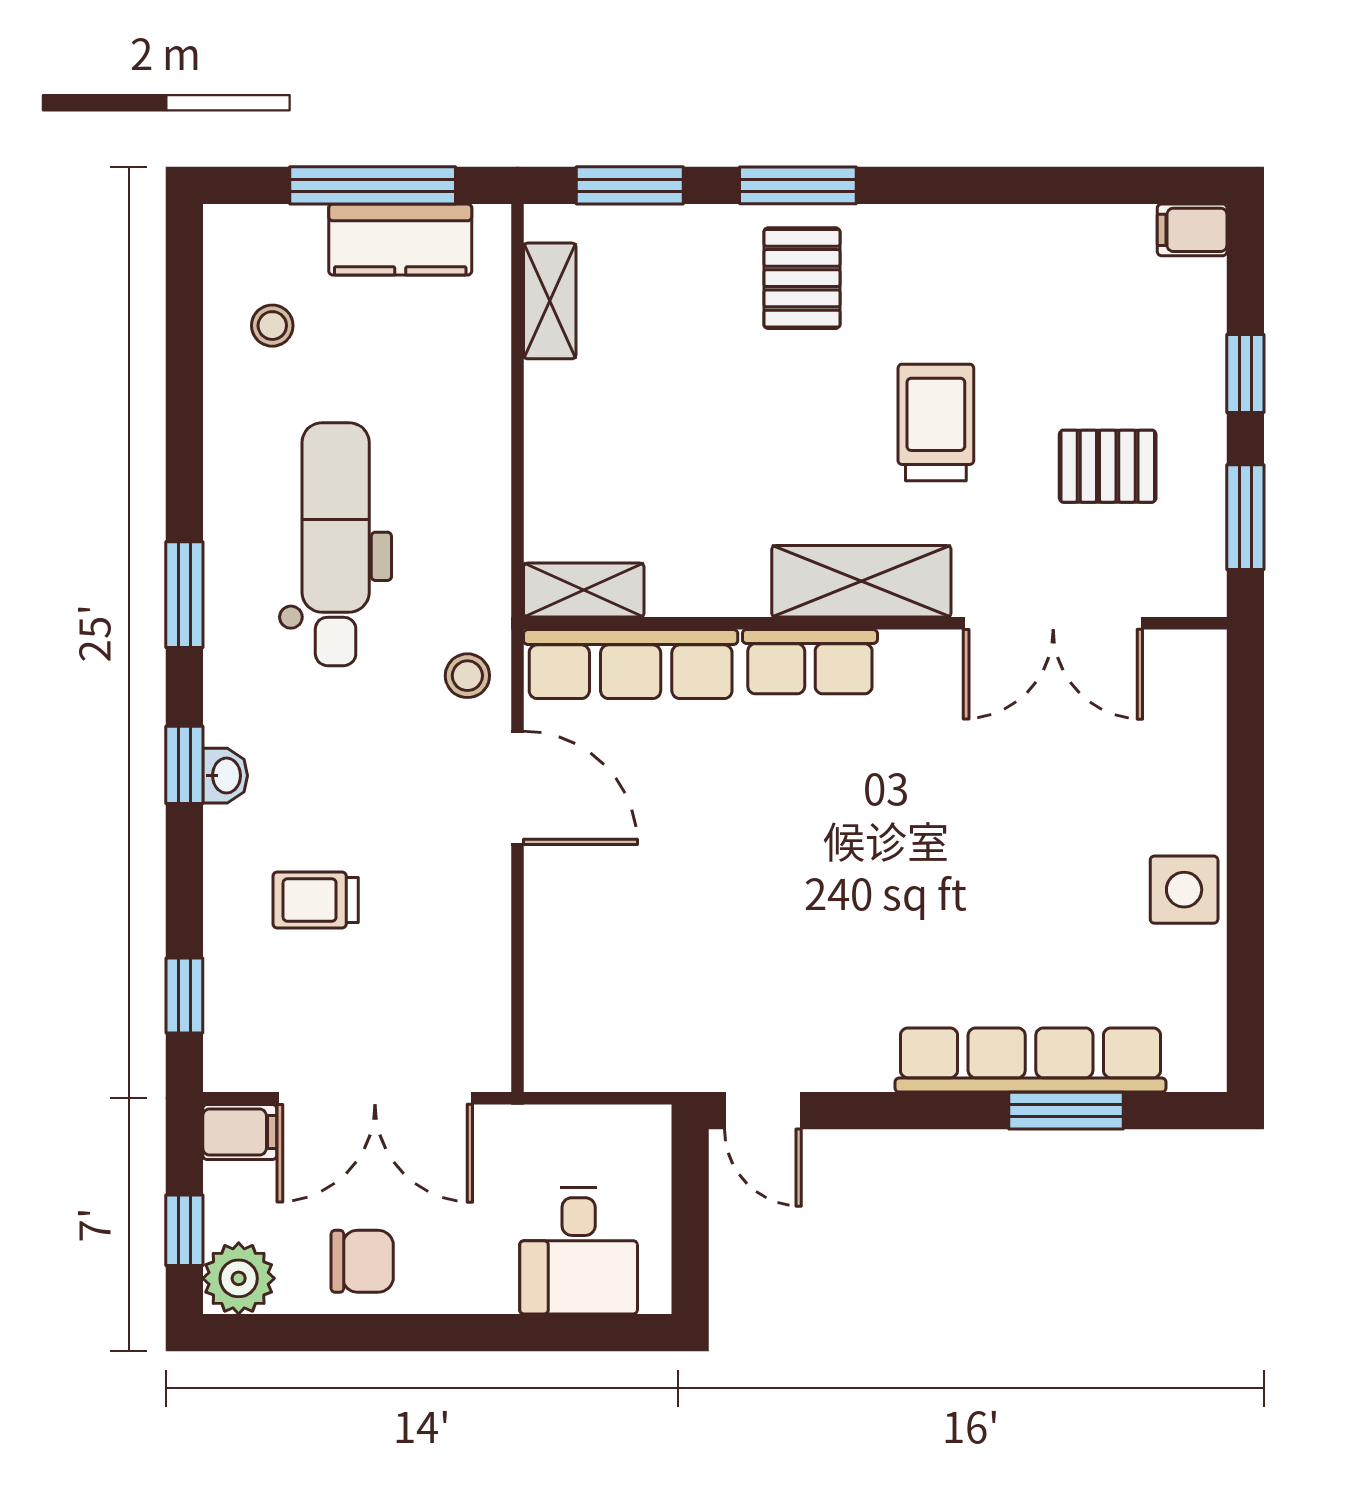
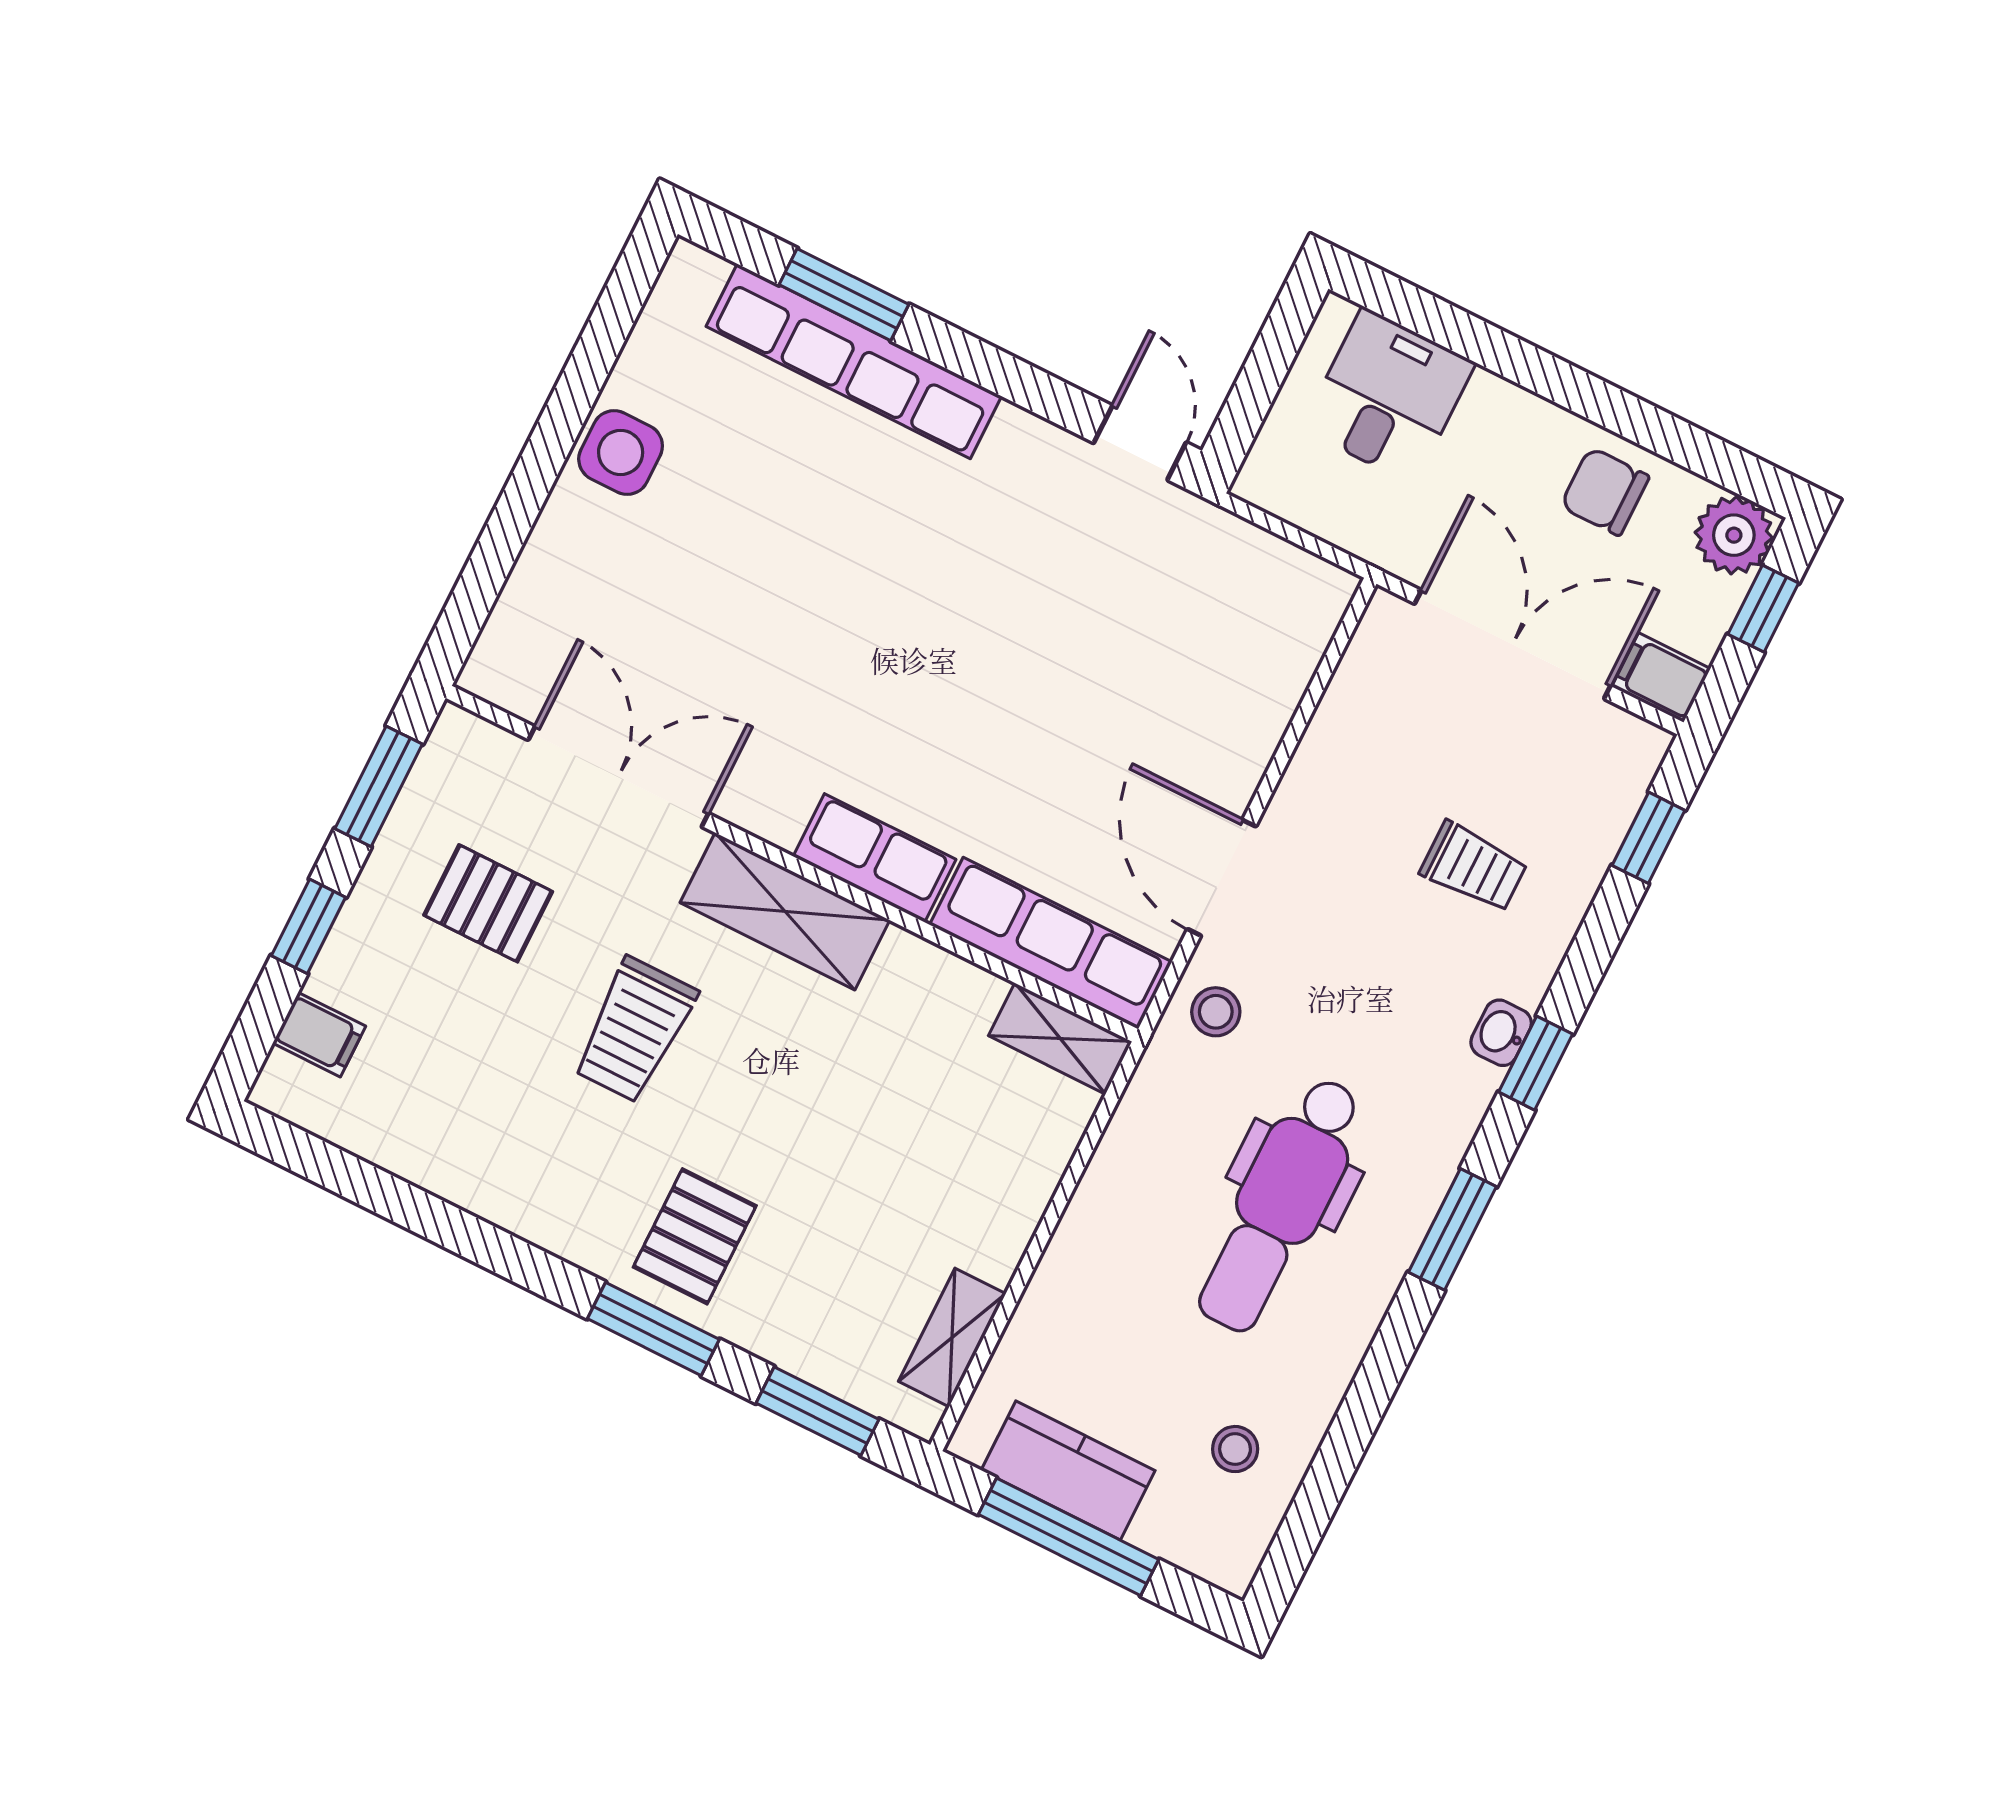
filing cabinet: (1192, 230) -> (319, 1035), moved

